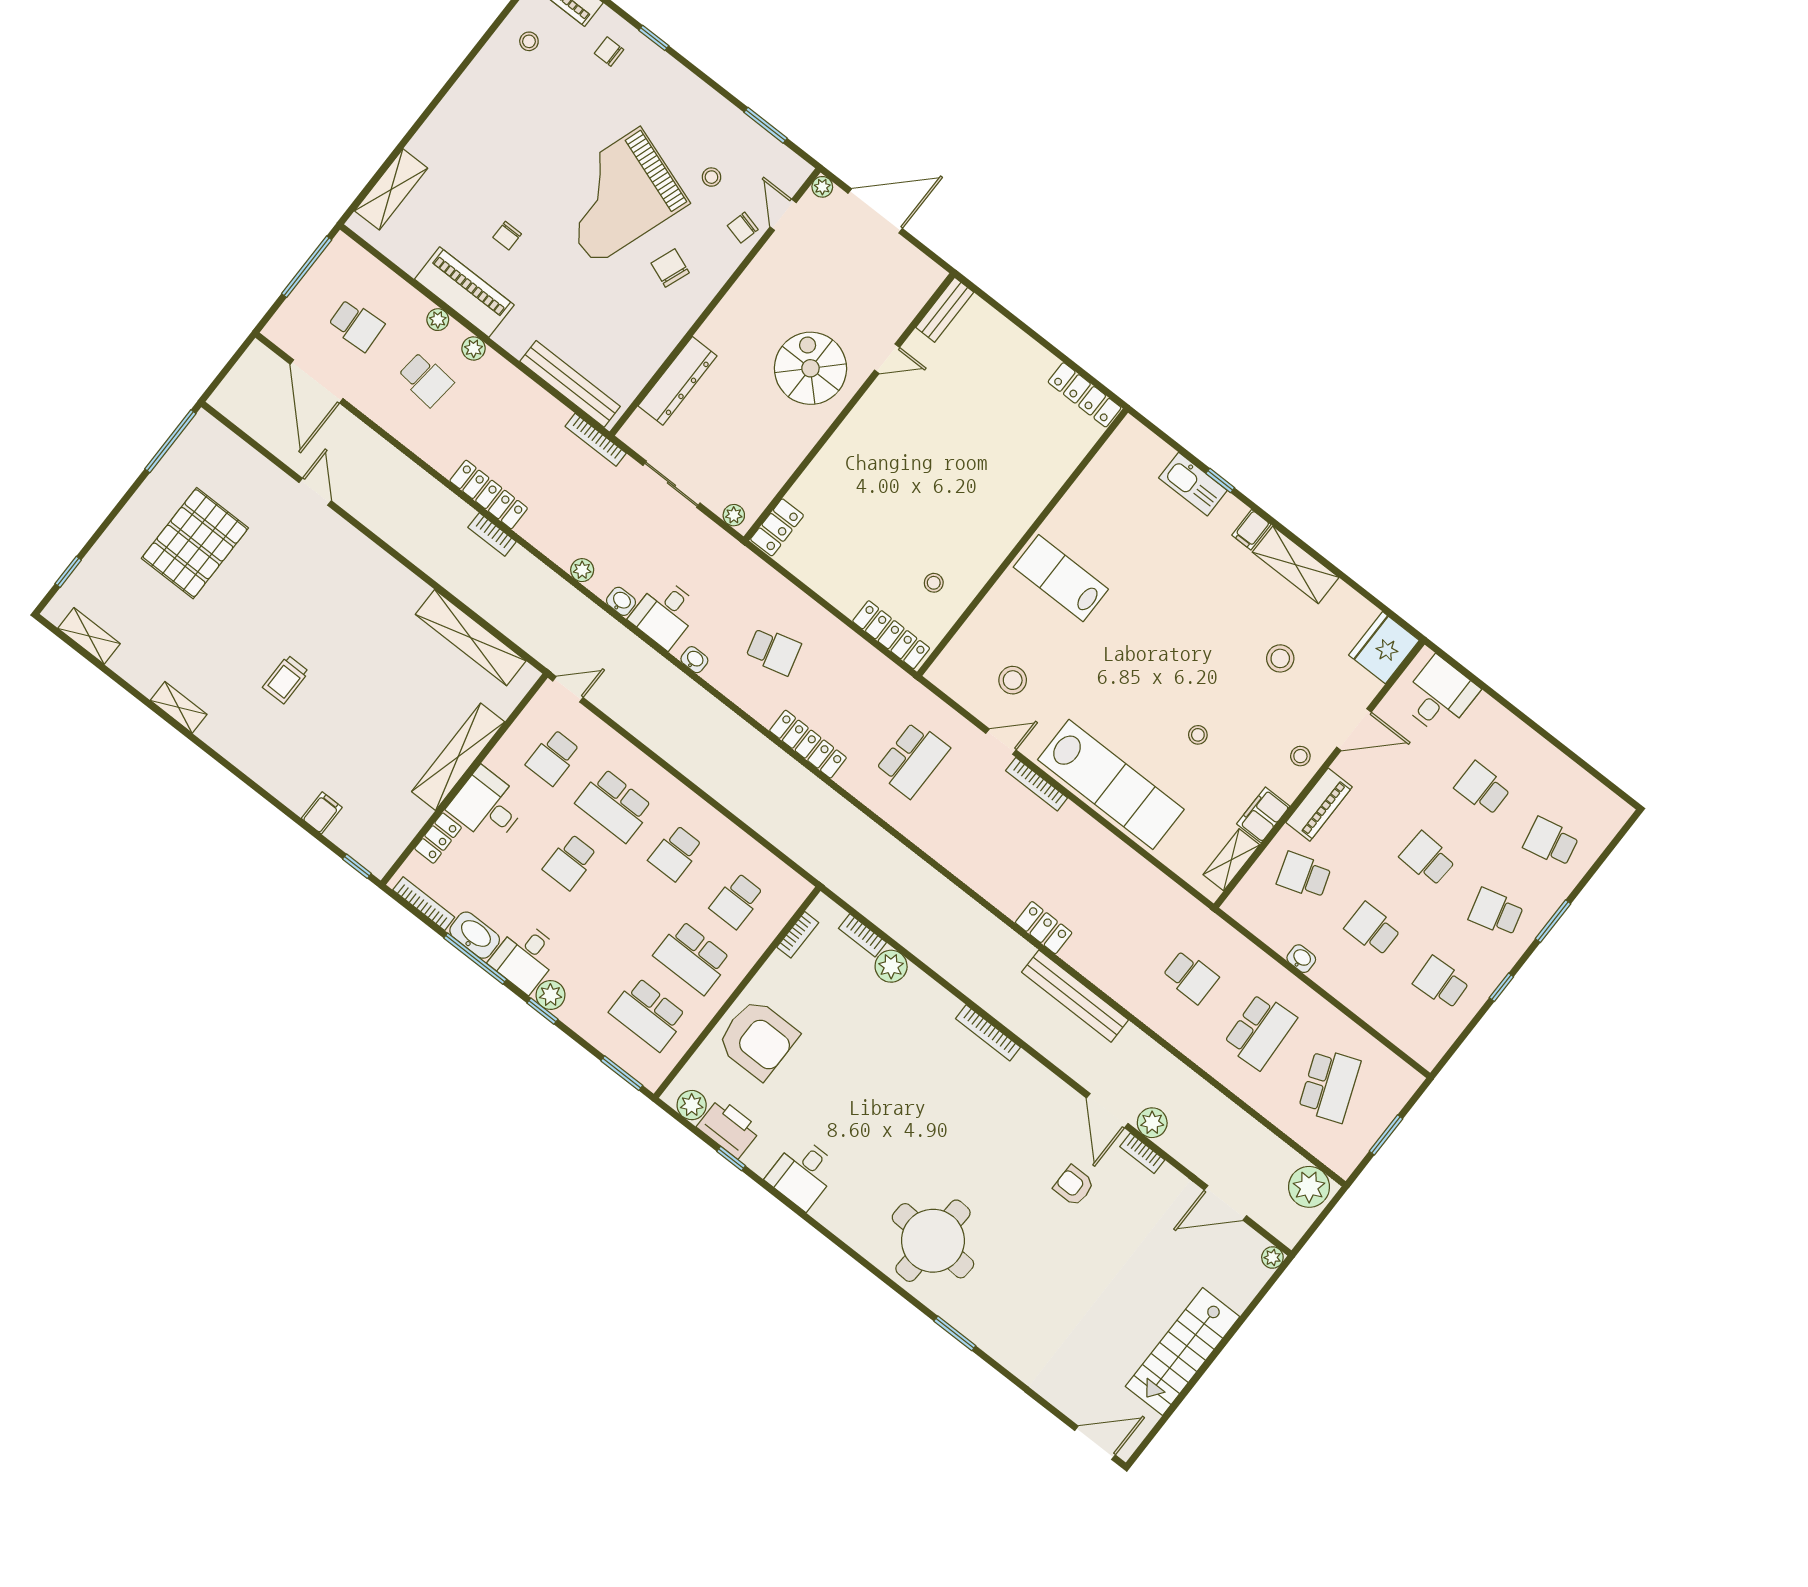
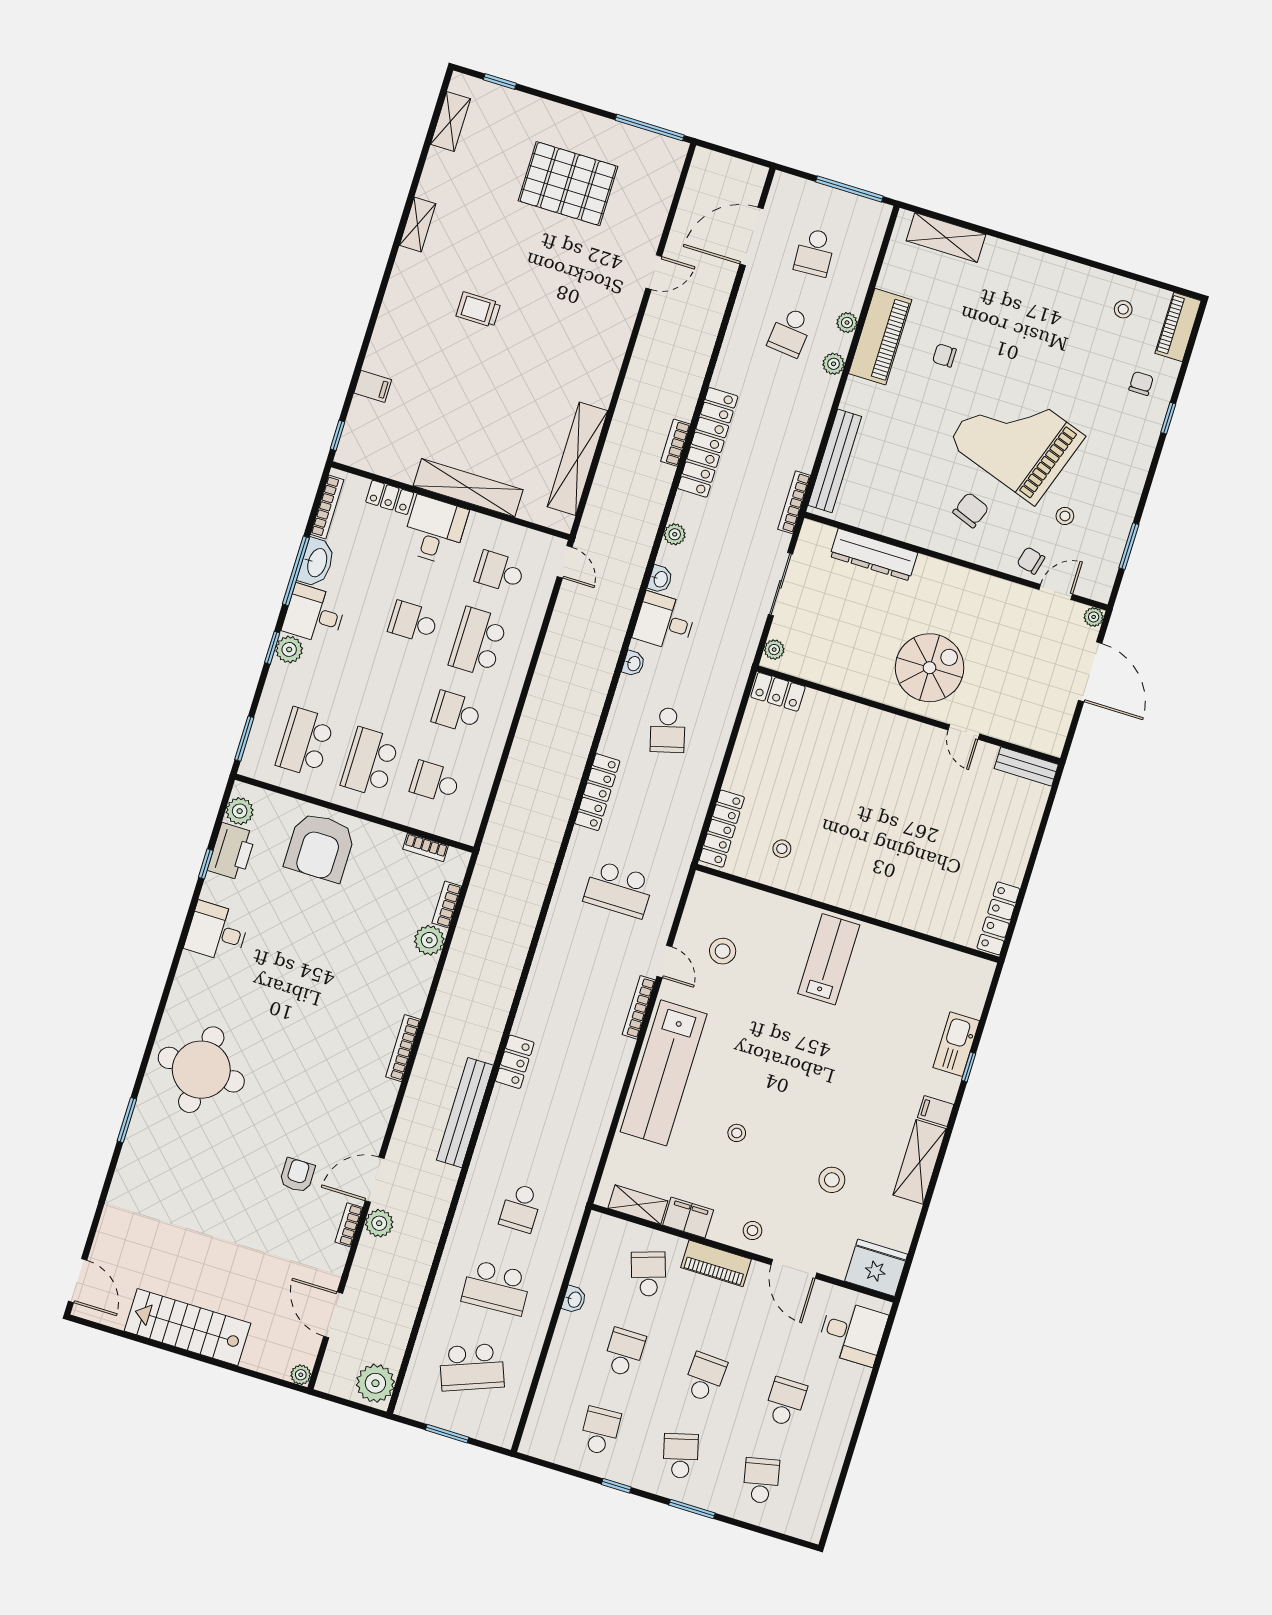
locker: (489, 494) -> (708, 442), width x1.41, depth x1.21

